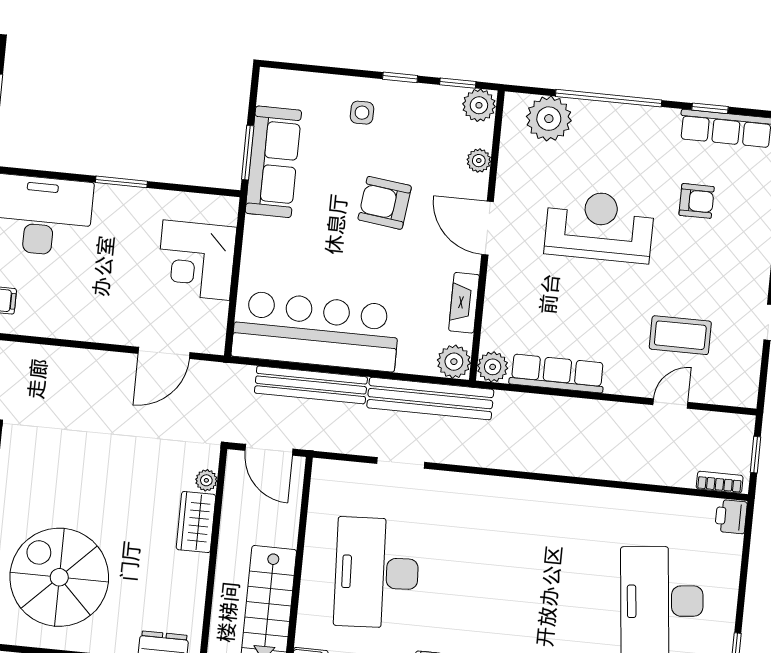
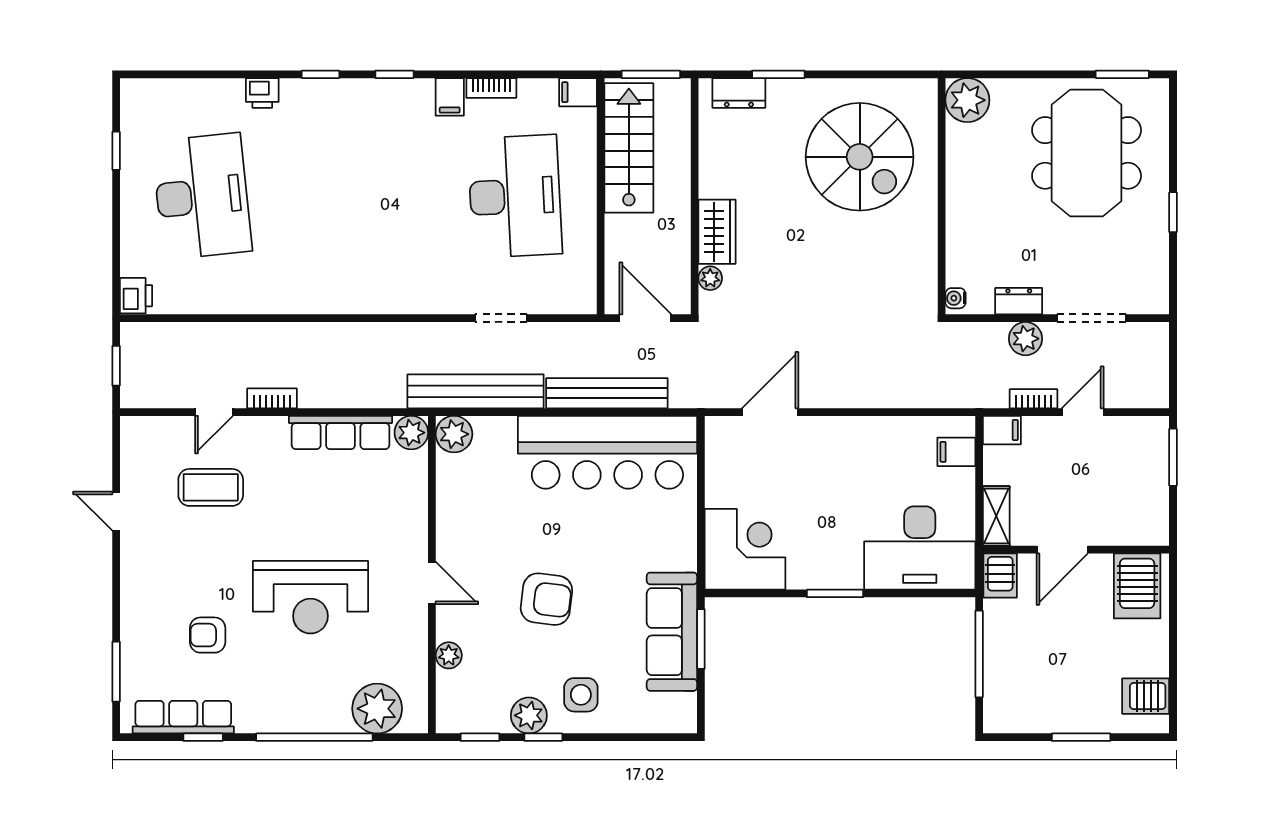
plant: (479, 105) -> (529, 715), moved
side table: (362, 113) -> (581, 695), width x1.37, depth x1.37
door: (488, 228) -> (432, 583), width x0.73
corner desk: (196, 260) -> (745, 549), moved
fireplace: (464, 303) -> (449, 499), removed
bookcase: (720, 482) -> (272, 398), moved, turned 180

